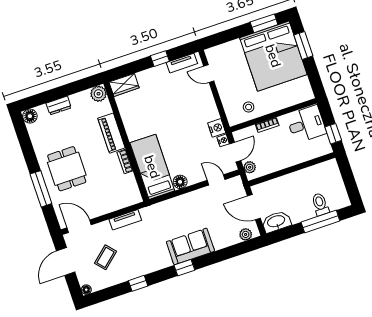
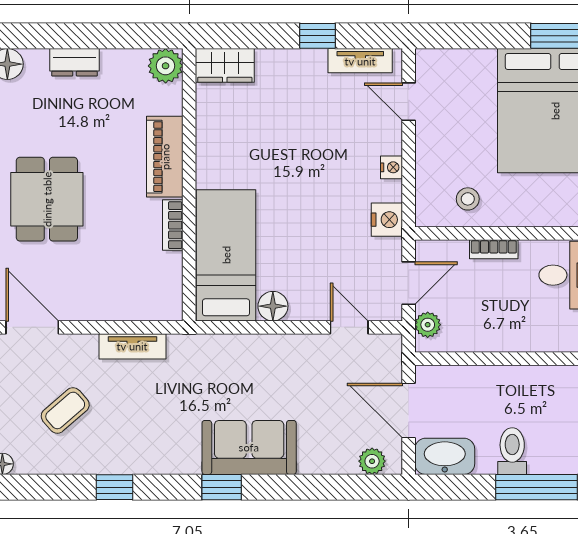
nightstand: (223, 140) -> (391, 167), moved
toilet: (320, 204) -> (512, 451), moved

